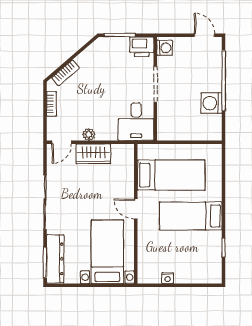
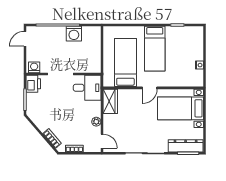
wardrobe: (93, 154) -> (110, 101), moved

